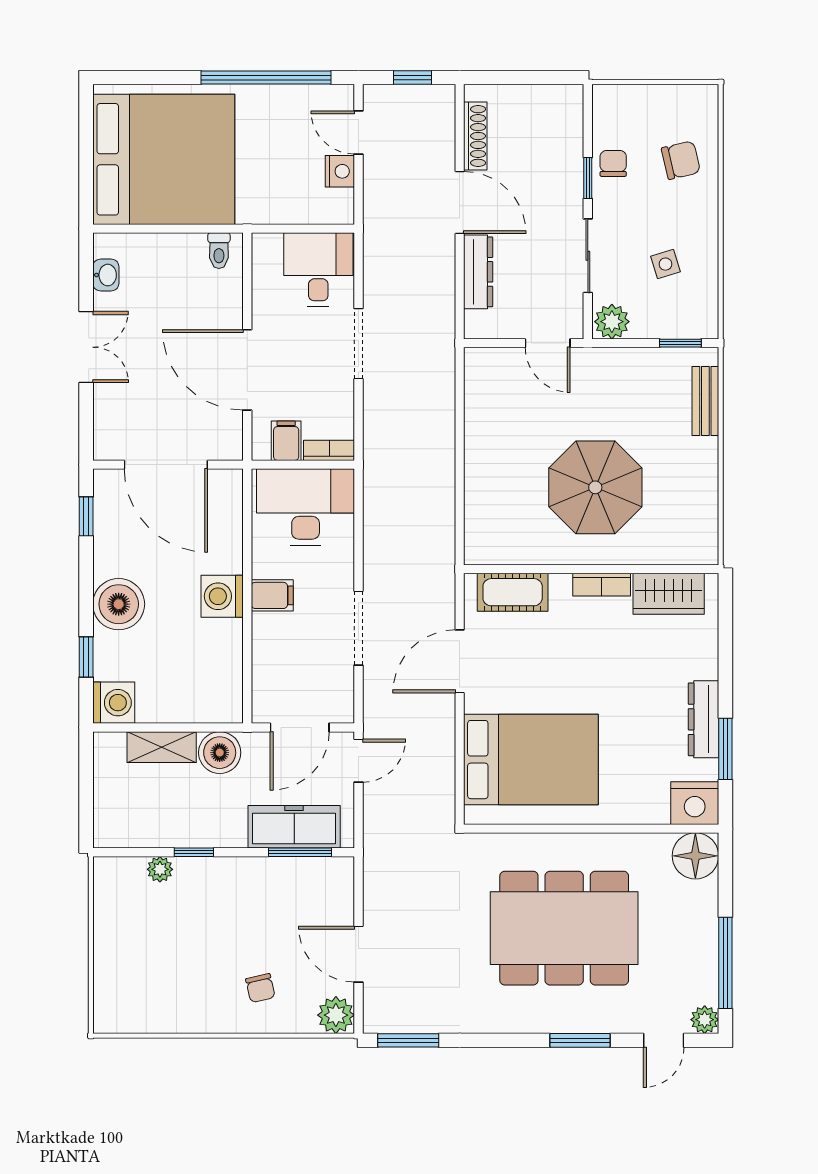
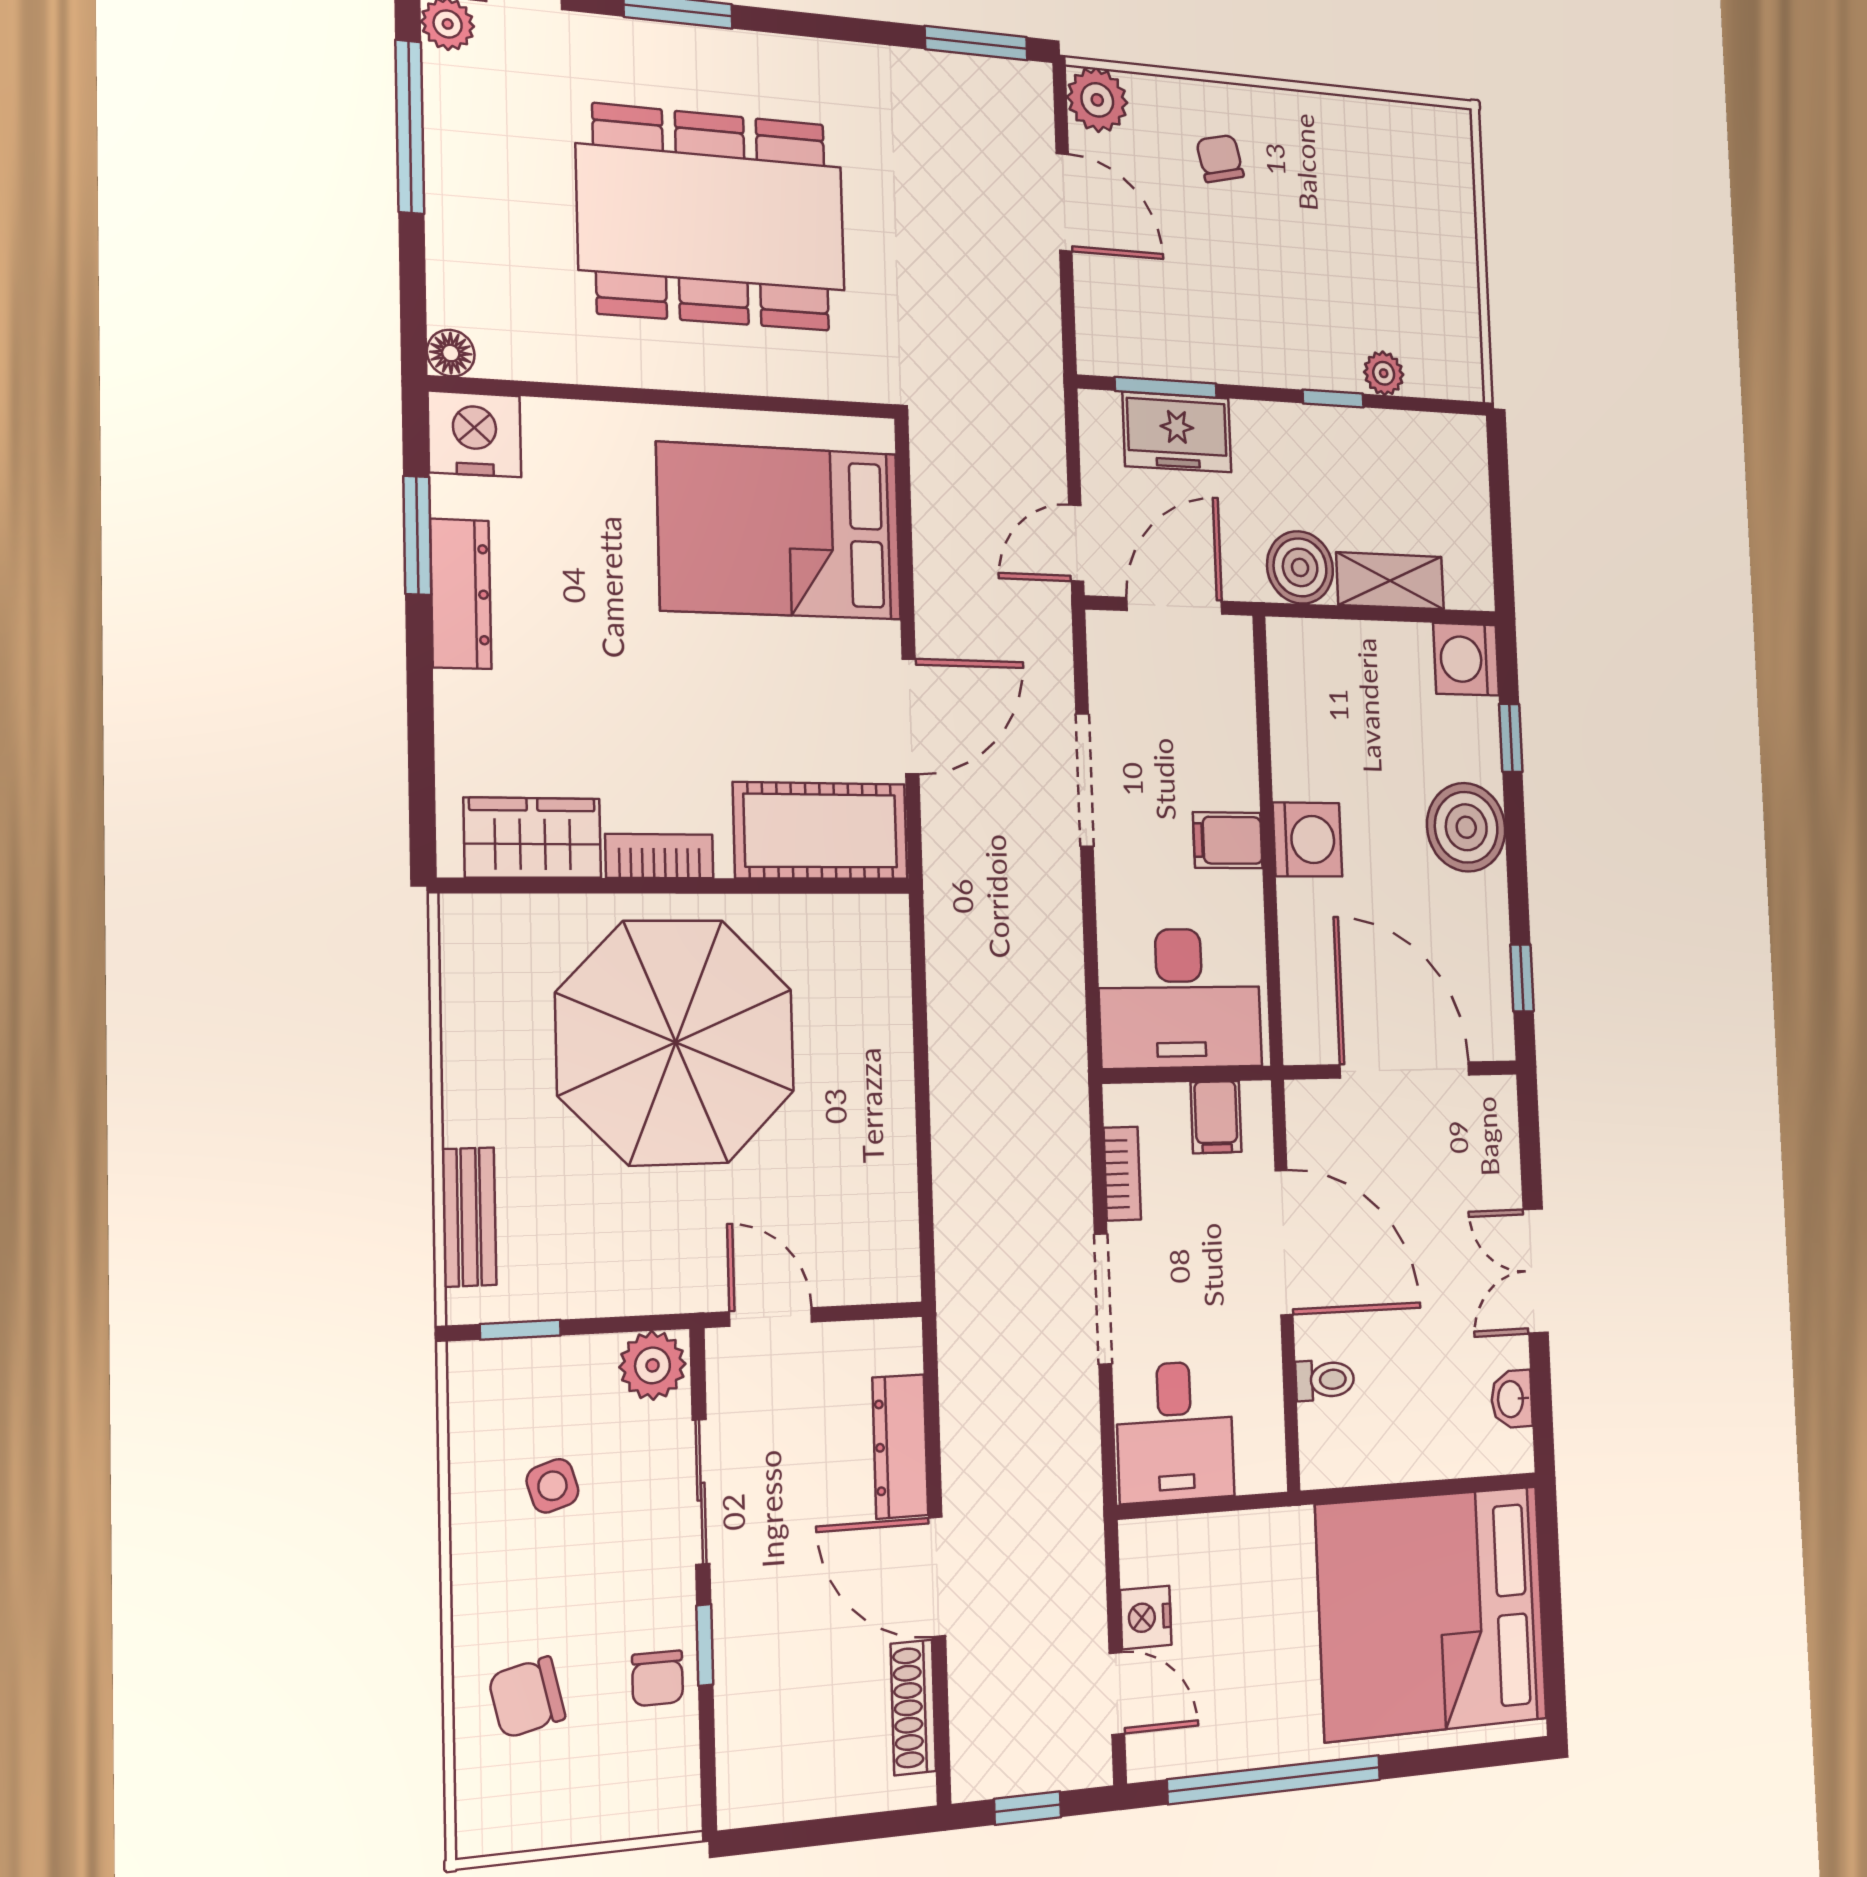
toilet: (219, 251) -> (1325, 1380), moved, turned 90
bookcase: (329, 450) -> (1122, 1174), moved, turned -90
parasol: (595, 487) -> (676, 1042), width x1.36, depth x1.36
cot: (513, 592) -> (821, 831), width x1.37, depth x1.34
freezer: (294, 827) -> (1177, 432), width x0.71
floor lamp: (695, 856) -> (451, 353), width x0.53, depth x0.53

